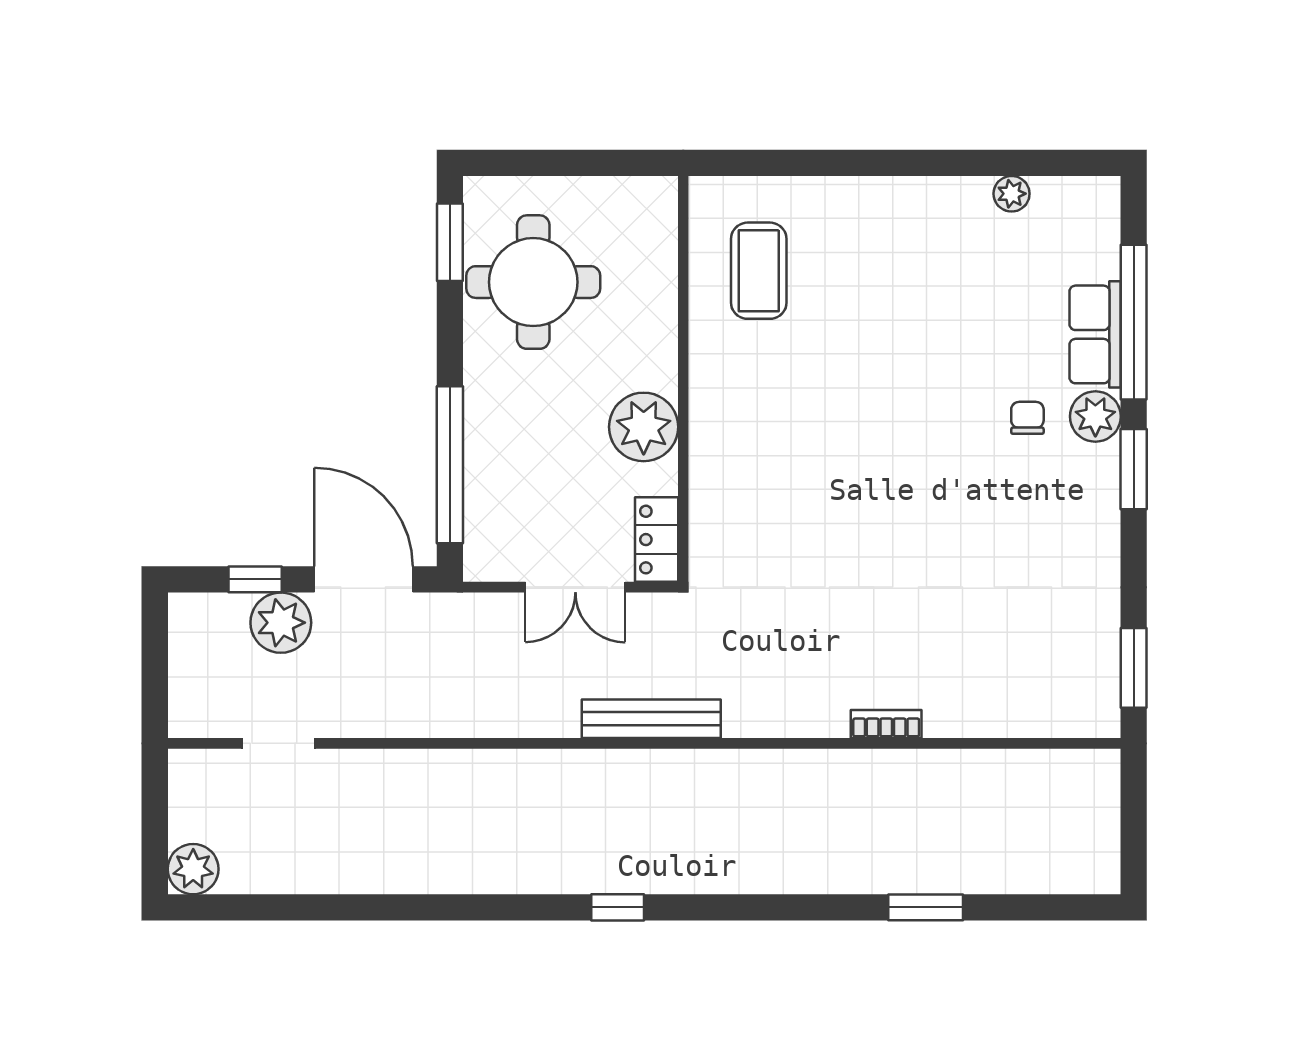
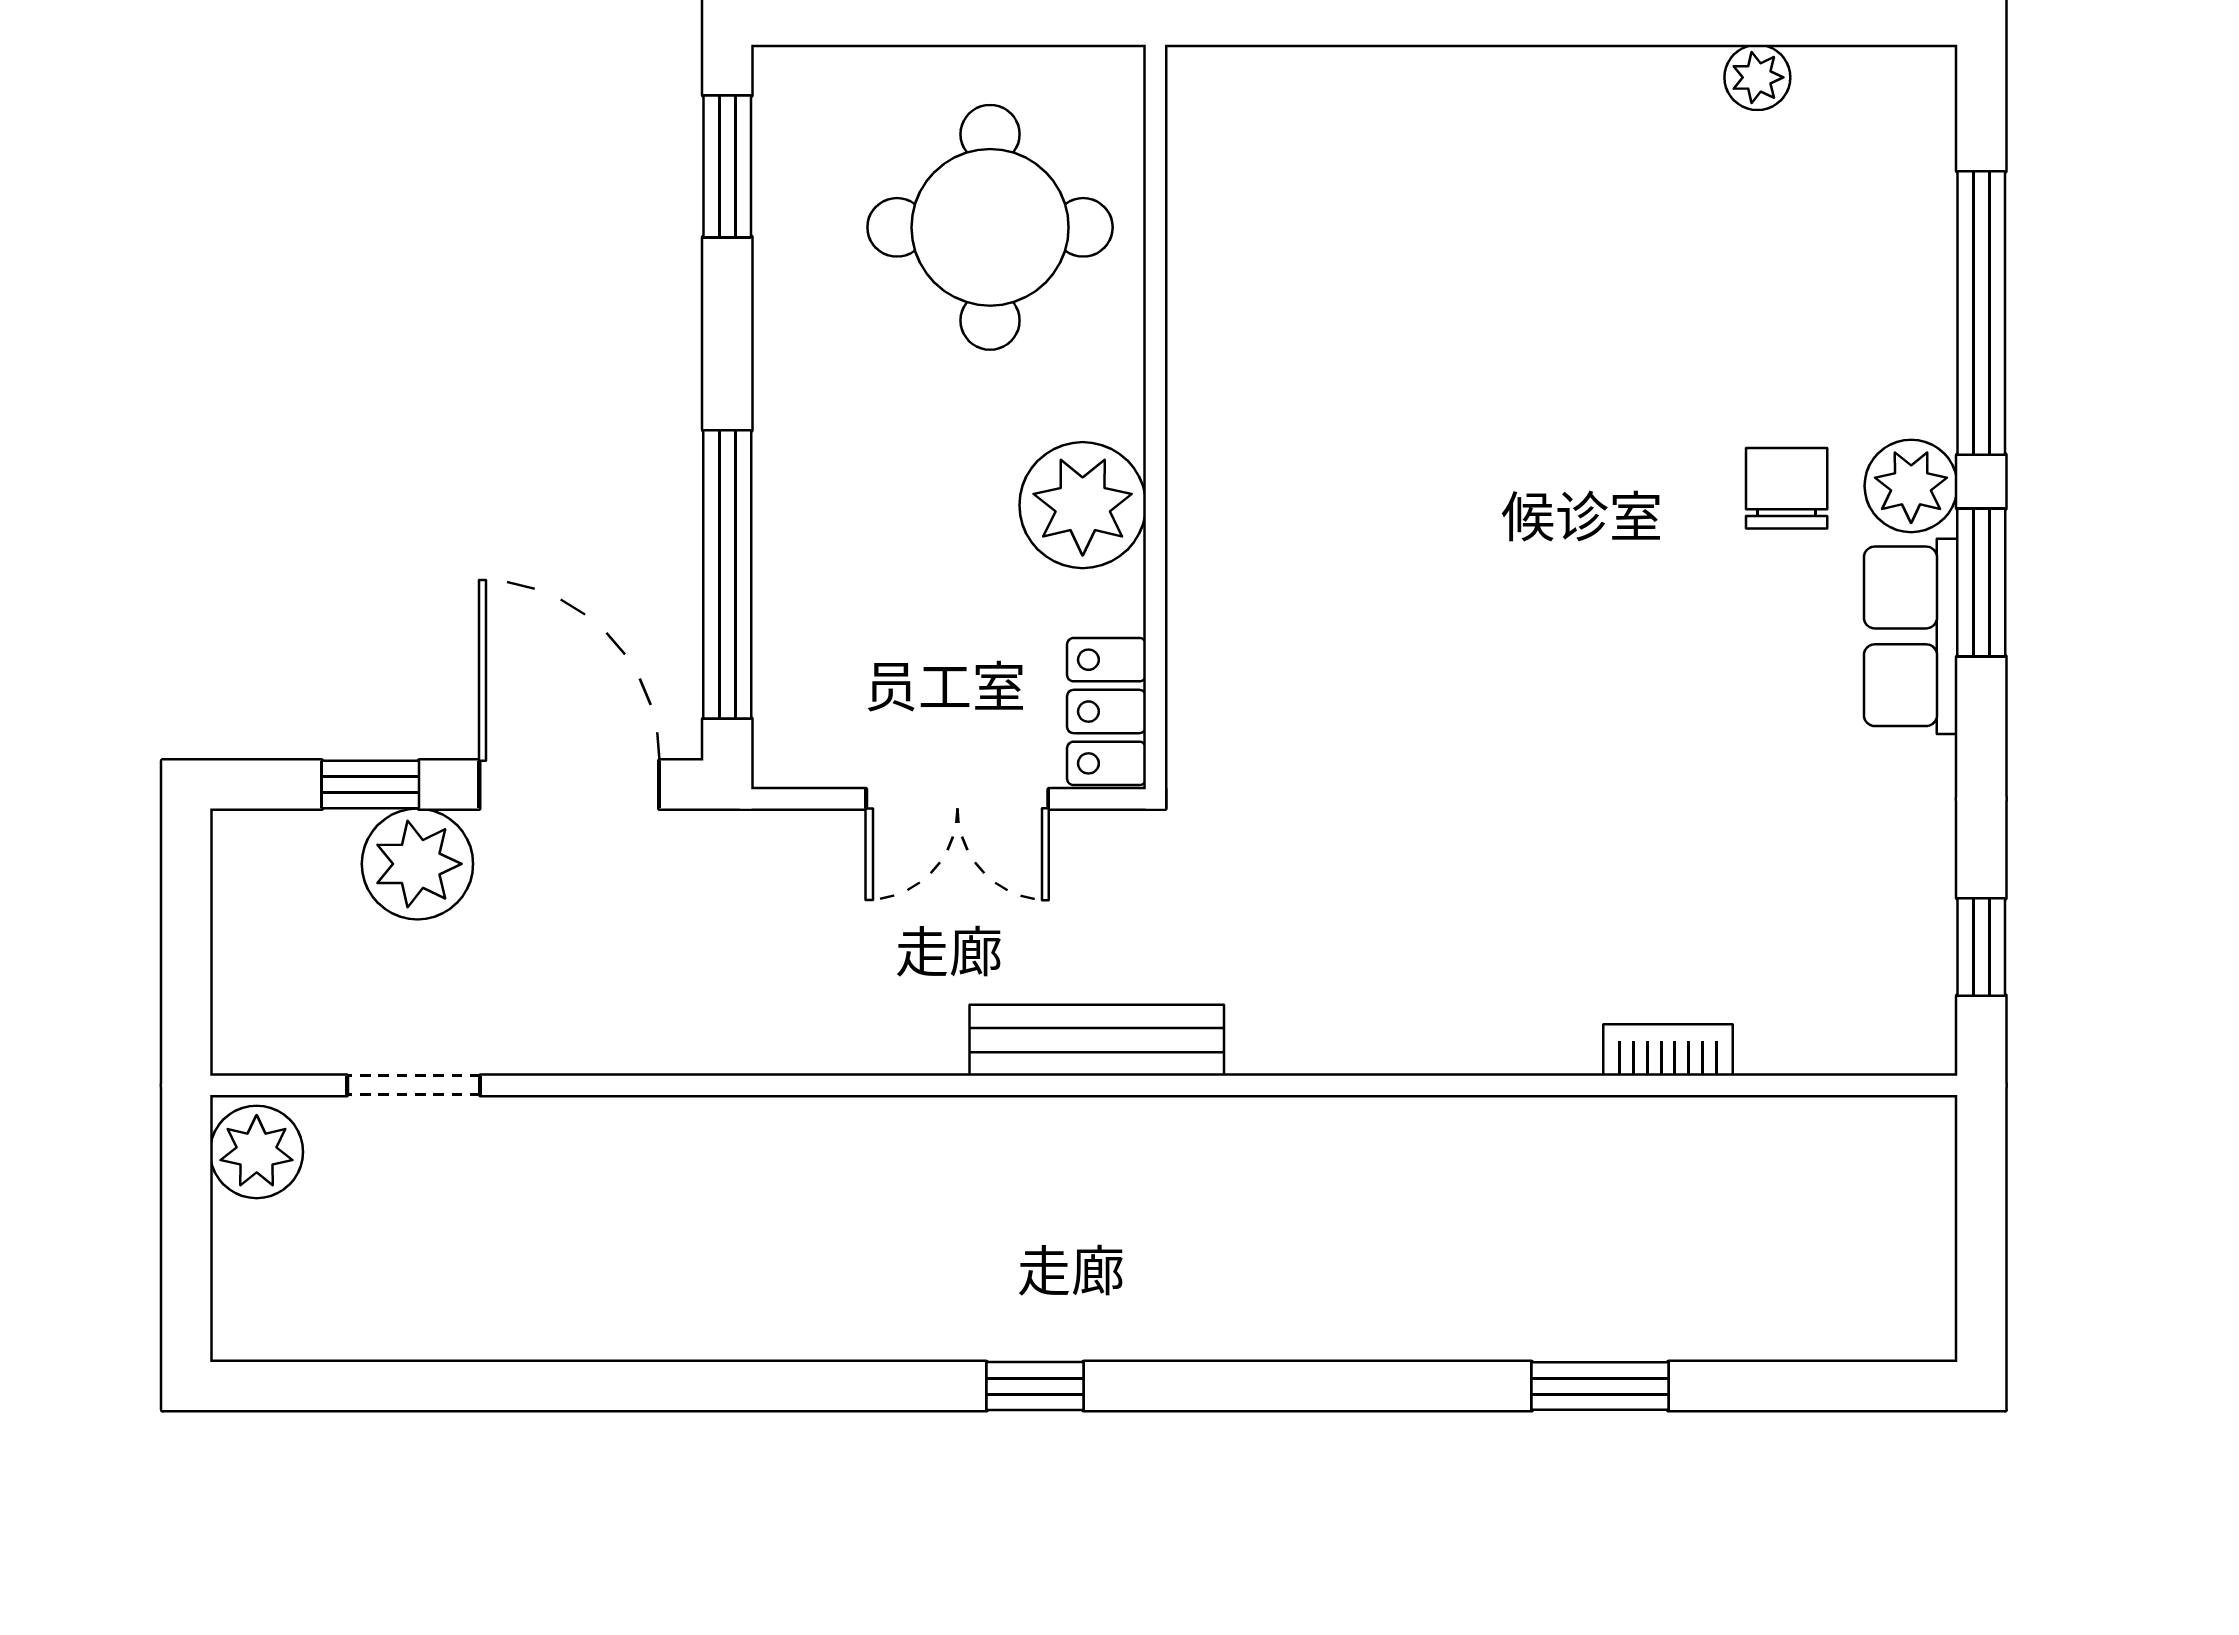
coffee table: (759, 271) -> (1294, 219), removed
round table: (533, 282) -> (990, 227), moved
row of seats: (1095, 334) -> (1911, 636), moved
chair: (1027, 418) -> (1787, 488), width x1.37, depth x1.37
window: (1134, 668) -> (1981, 947), width x0.67
bookcase: (886, 724) -> (1668, 1050), moved
plant: (193, 869) -> (257, 1152), moved

